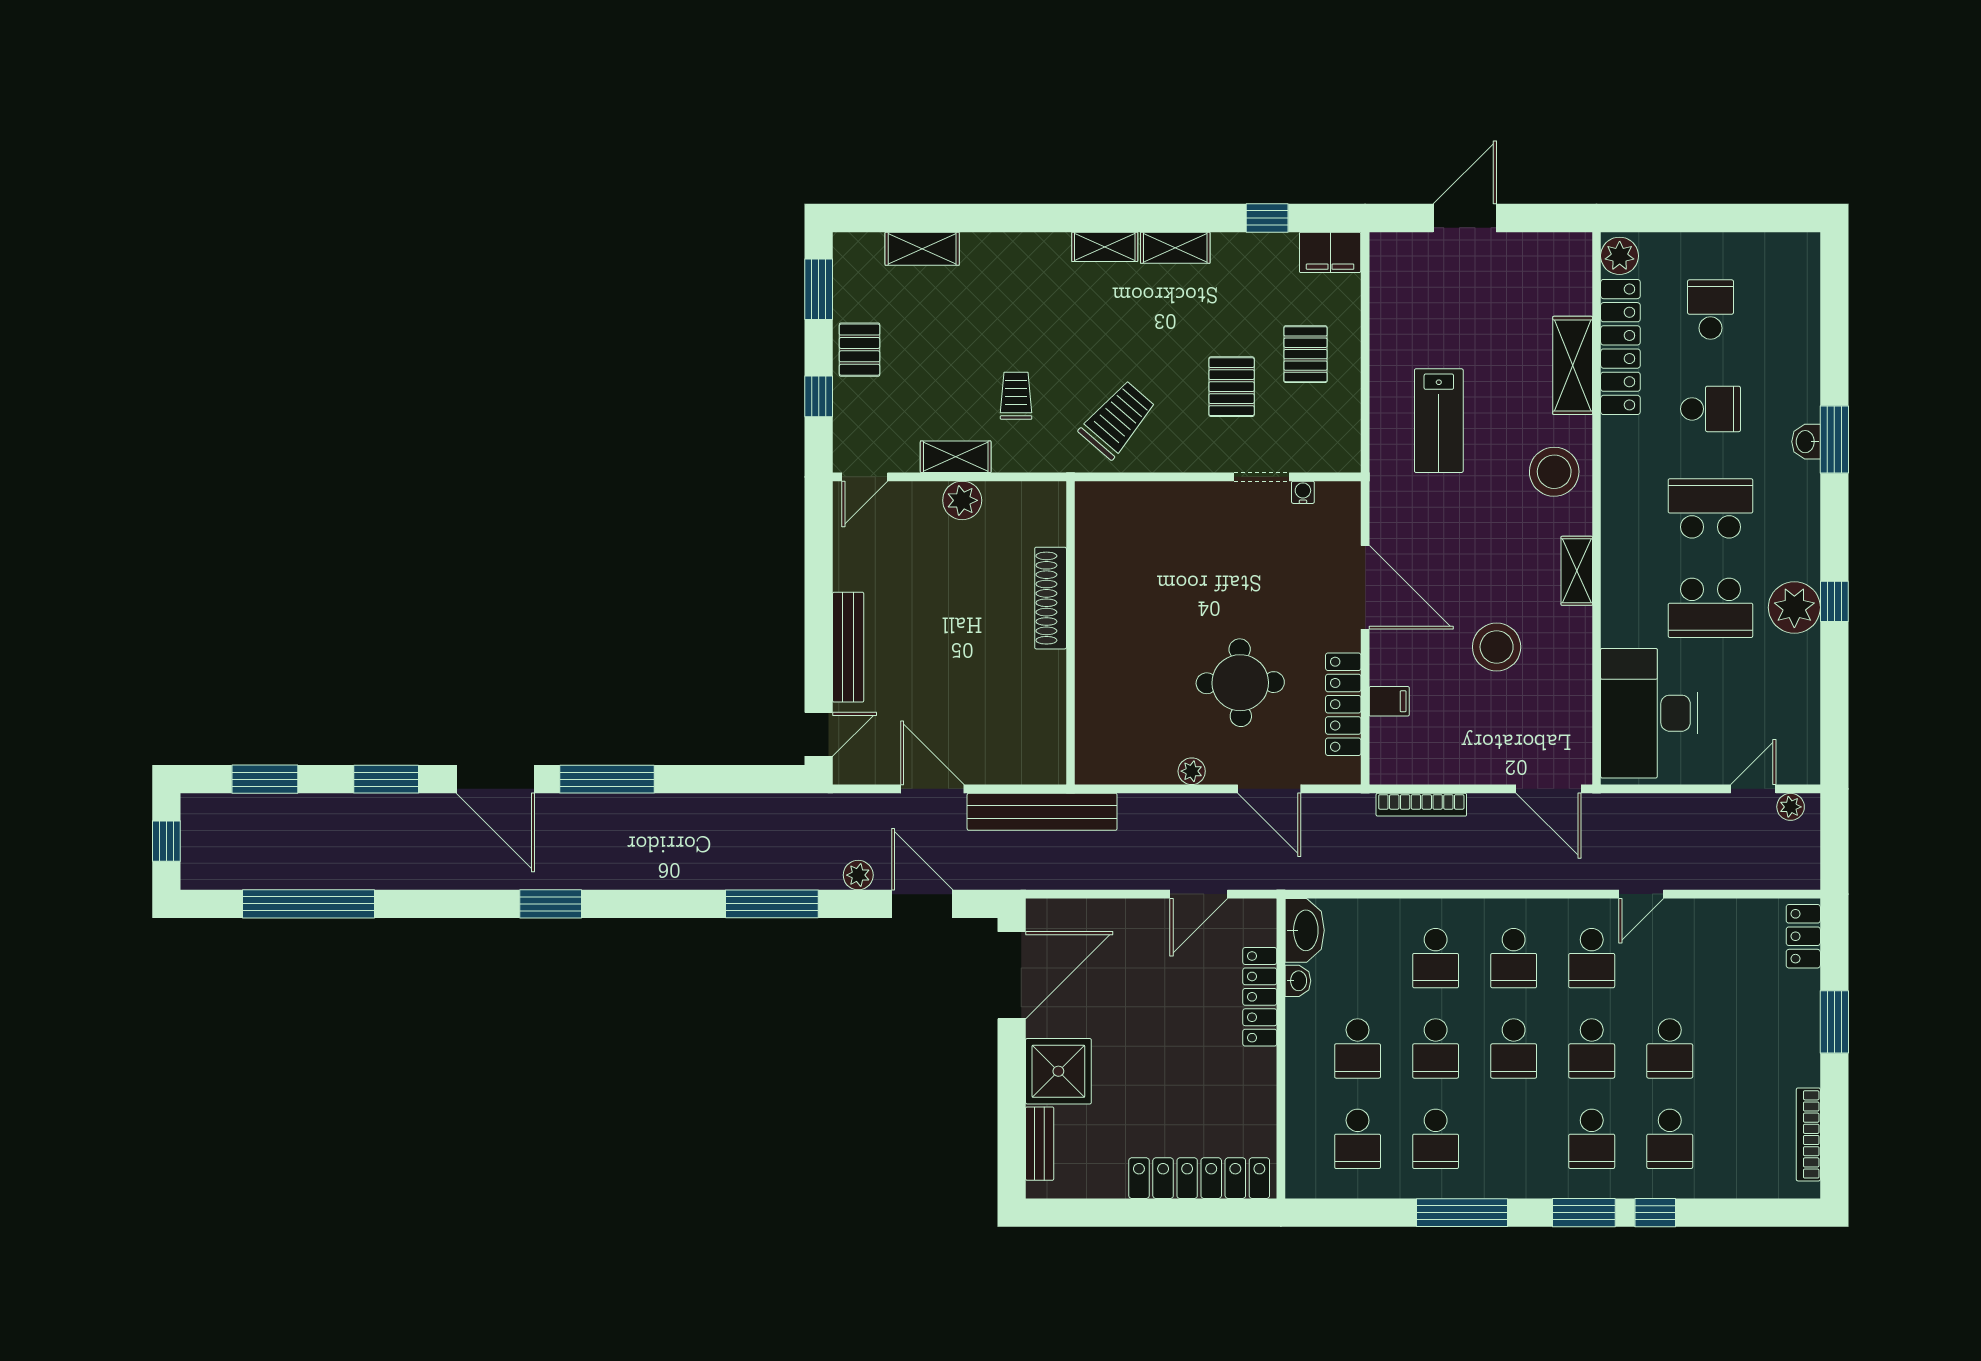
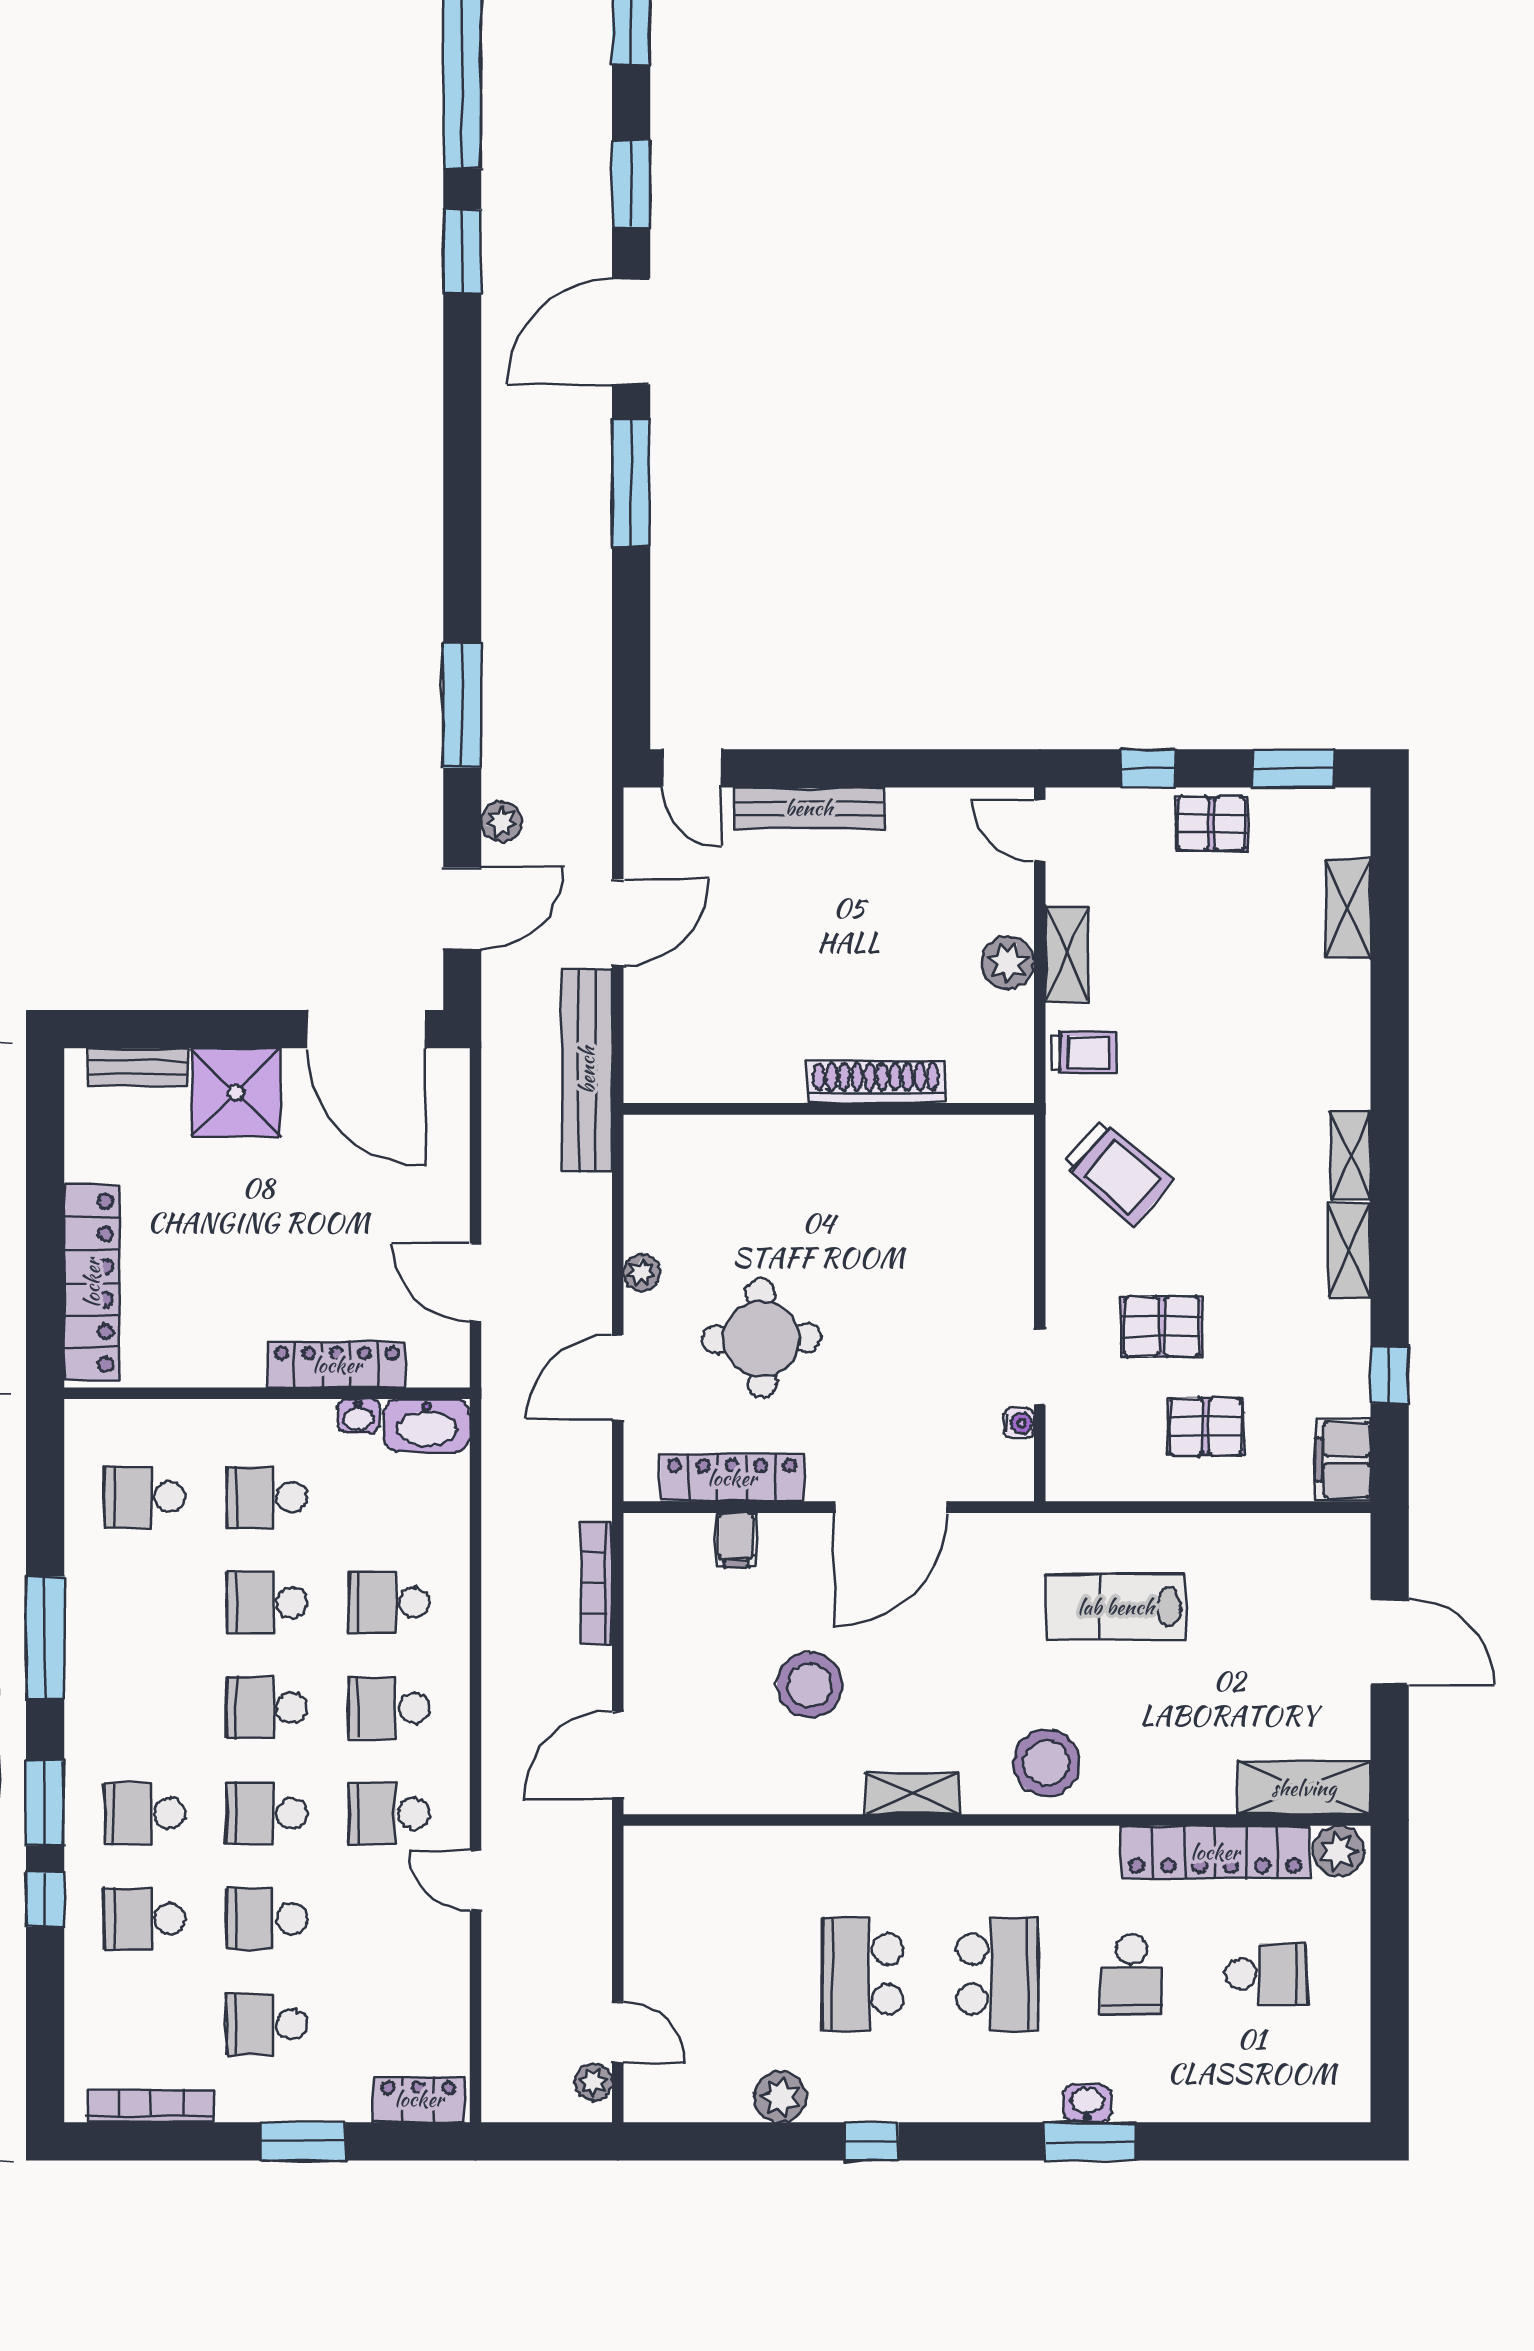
shelving: (1573, 365) -> (1304, 1788), moved
trolley: (1016, 396) -> (1084, 1052), moved
plant: (1794, 607) -> (781, 2097), moved, width x0.73, depth x0.73
desk: (1649, 713) -> (720, 1891), removed
window: (551, 904) -> (462, 251), moved
school desk: (1436, 1139) -> (267, 2025), moved

